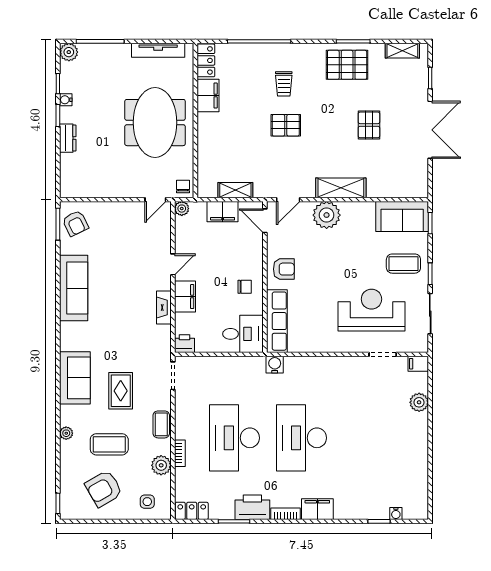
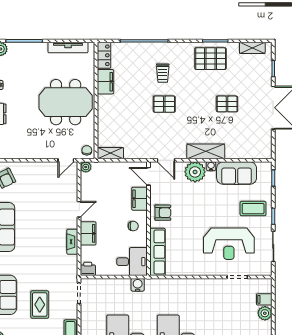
meeting table: (155, 123) -> (66, 102), turned 90
pallet: (369, 125) -> (227, 104), turned 90
shelving: (235, 190) -> (110, 153), moved
door: (288, 200) -> (166, 160), hinge flipped
water cooler: (348, 207) -> (211, 166), added
filing cabinet: (223, 212) -> (139, 199), moved, turned 90
sofa: (402, 217) -> (237, 173), moved
reception desk: (371, 310) -> (229, 244), turned 180
filing cabinet: (418, 364) -> (264, 299), moved
water cooler: (275, 365) -> (138, 285), moved

